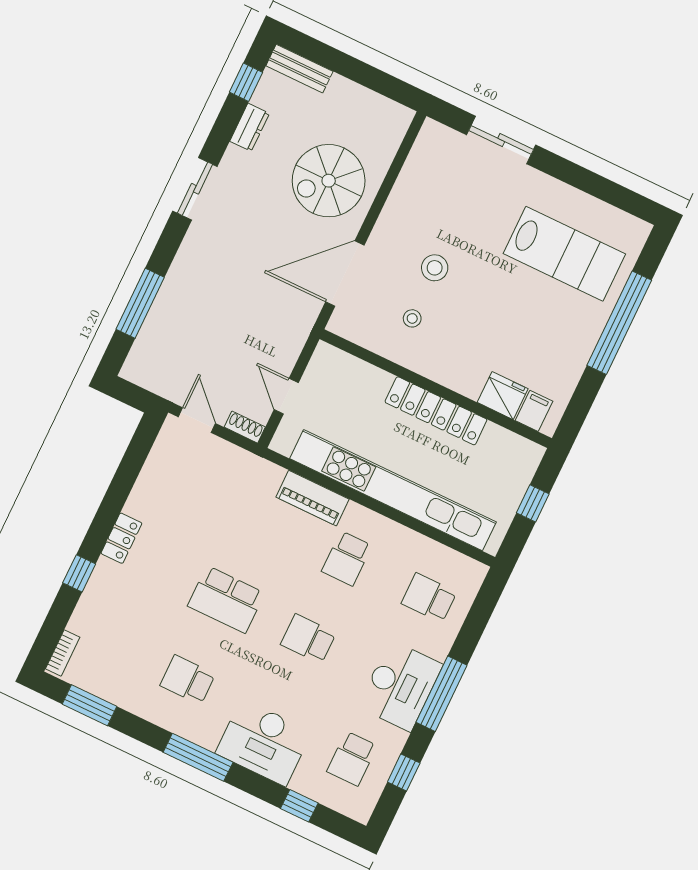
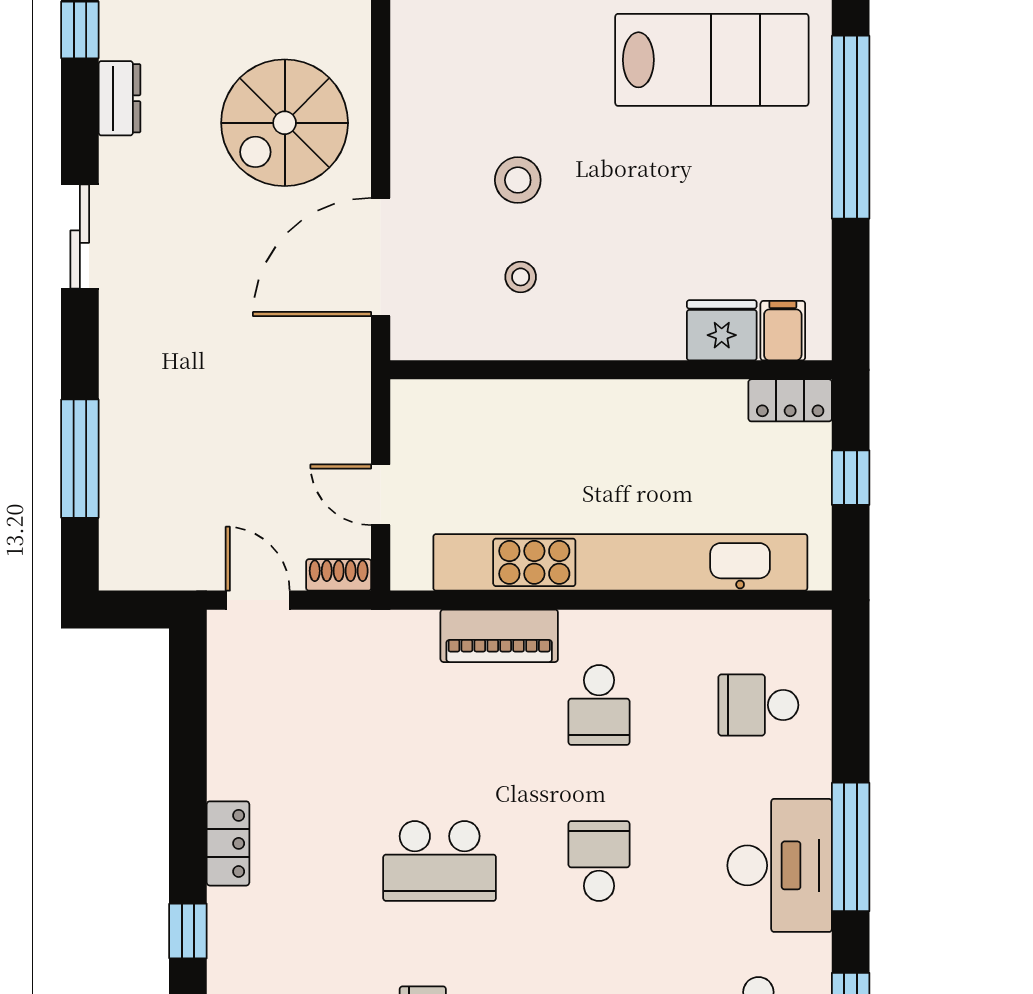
locker: (436, 411) -> (790, 400), moved, width x0.46, depth x0.83
school desk: (308, 639) -> (599, 861), turned 90

